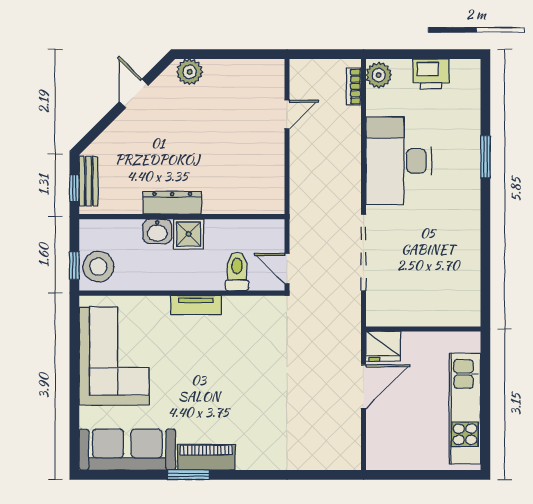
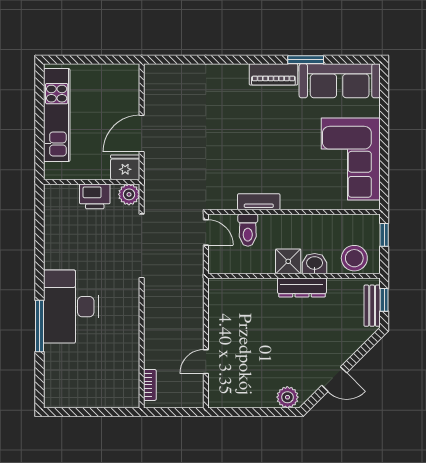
printer: (431, 74) -> (95, 196), moved, turned 180
plant: (379, 75) -> (129, 194), moved
door: (134, 93) -> (334, 379), hinge flipped
window: (485, 157) -> (39, 326), width x1.44
desk: (399, 161) -> (71, 307), moved, turned 180
stool: (98, 267) -> (354, 258), moved
tv unit: (196, 305) -> (259, 202), moved
window: (189, 475) -> (306, 60), moved

